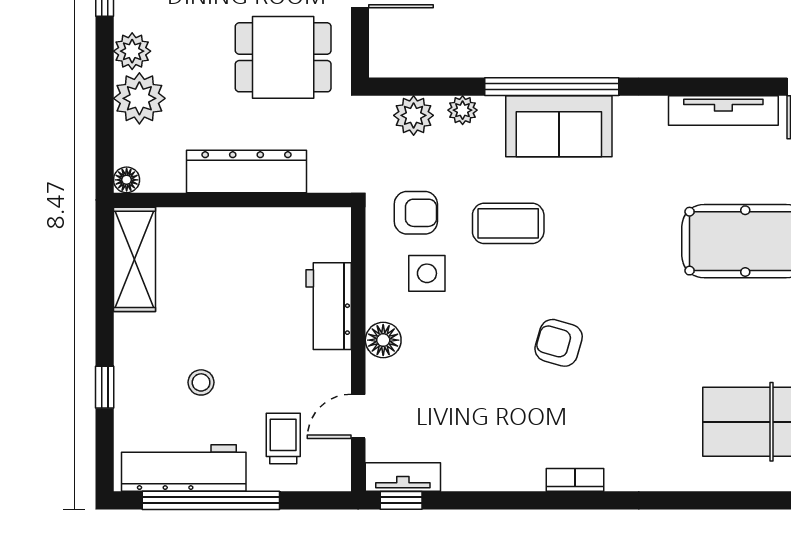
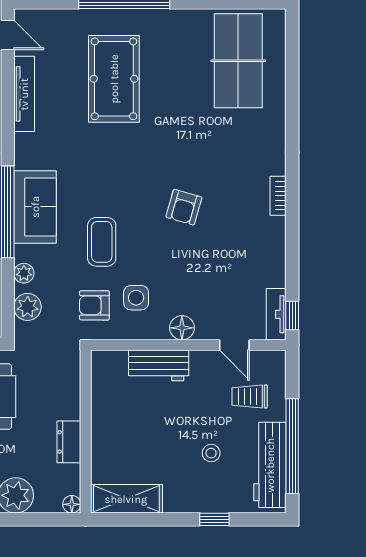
dresser: (247, 171) -> (69, 442), width x0.51, depth x0.80
armchair: (416, 213) -> (94, 305), turned -90

